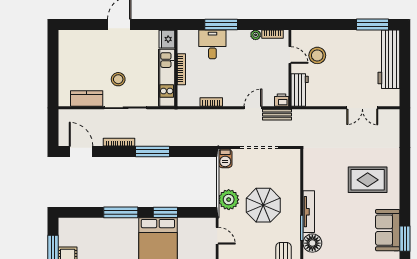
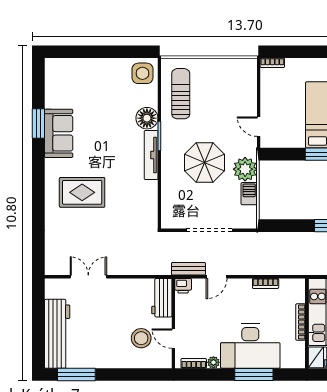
desk: (212, 44) -> (250, 346), width x1.87, depth x1.30
barbecue: (225, 158) -> (249, 194), moved

